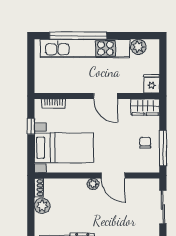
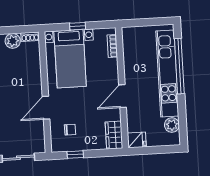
window: (31, 126) -> (78, 26), moved
chair: (145, 143) -> (70, 130), moved
window: (163, 148) -> (75, 155), width x0.46
plant: (93, 184) -> (37, 89), removed

